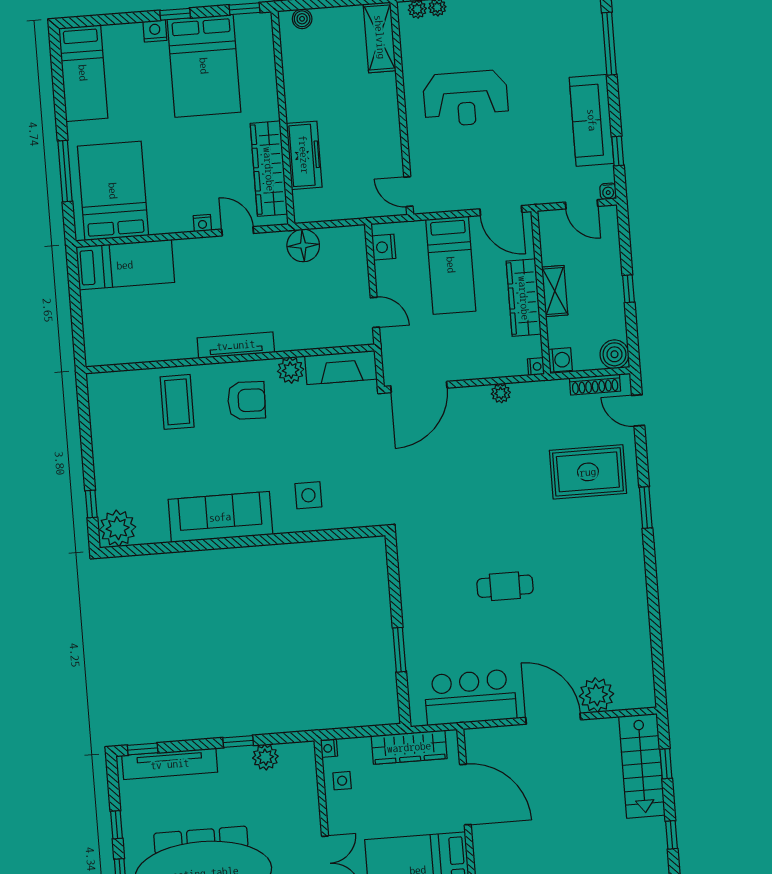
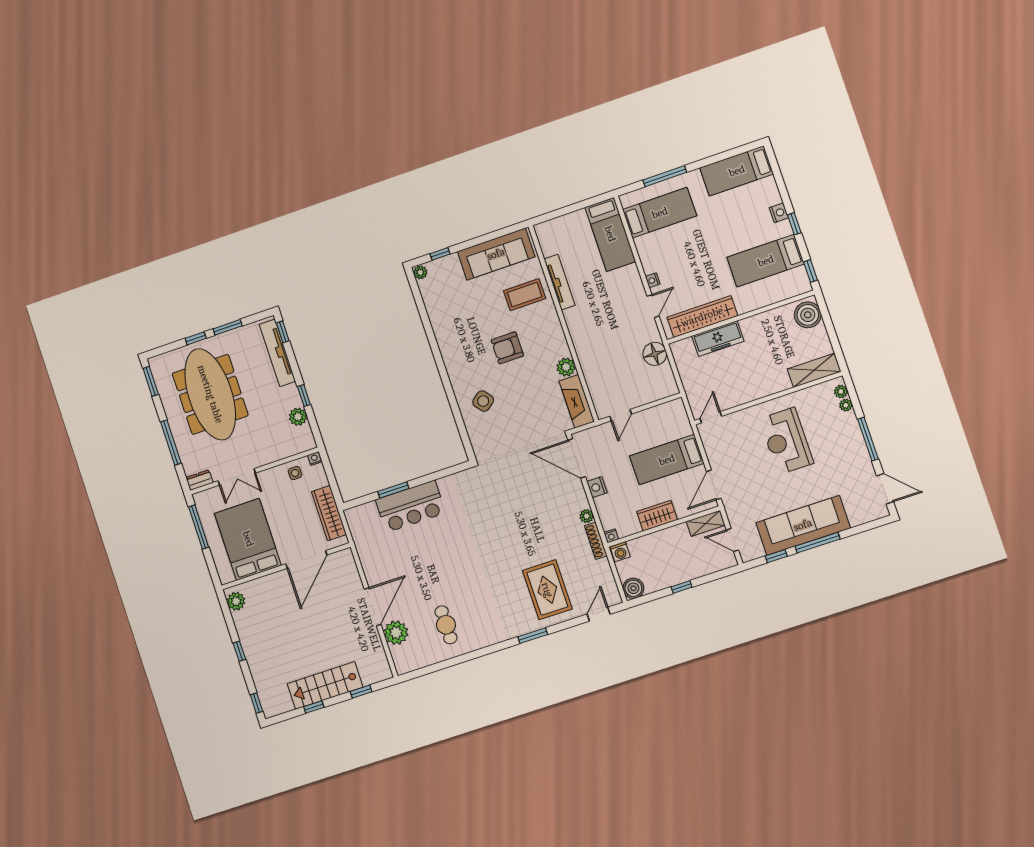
boiler: (302, 19) -> (808, 315), width x1.86, depth x1.86
window: (609, 44) -> (818, 543), moved
bed: (204, 66) -> (766, 261), width x0.67
sofa: (592, 120) -> (803, 525), width x1.36, depth x1.27
bed: (113, 191) -> (660, 213), width x0.67
water cooler: (608, 191) -> (746, 556), removed
door: (582, 204) -> (732, 540), hinge flipped
nightstand: (384, 247) -> (597, 487), moved, turned -90
shelving: (555, 291) -> (706, 523), moved
wardrobe: (524, 298) -> (657, 516), width x0.67
tv unit: (236, 345) -> (559, 282), moved
shoe rack: (595, 385) -> (596, 541), moved
armchair: (246, 400) -> (507, 348), moved, turned 88
side table: (308, 495) -> (483, 401), turned -38
sofa: (220, 517) -> (496, 254), moved, turned 90
plant: (118, 528) -> (420, 272), width x0.53, depth x0.53
cafe table: (505, 586) -> (446, 625), moved
bar counter: (470, 697) -> (411, 506), moved, turned 90
stairs: (642, 766) -> (325, 685), moved
window: (116, 825) -> (228, 327), width x1.50

